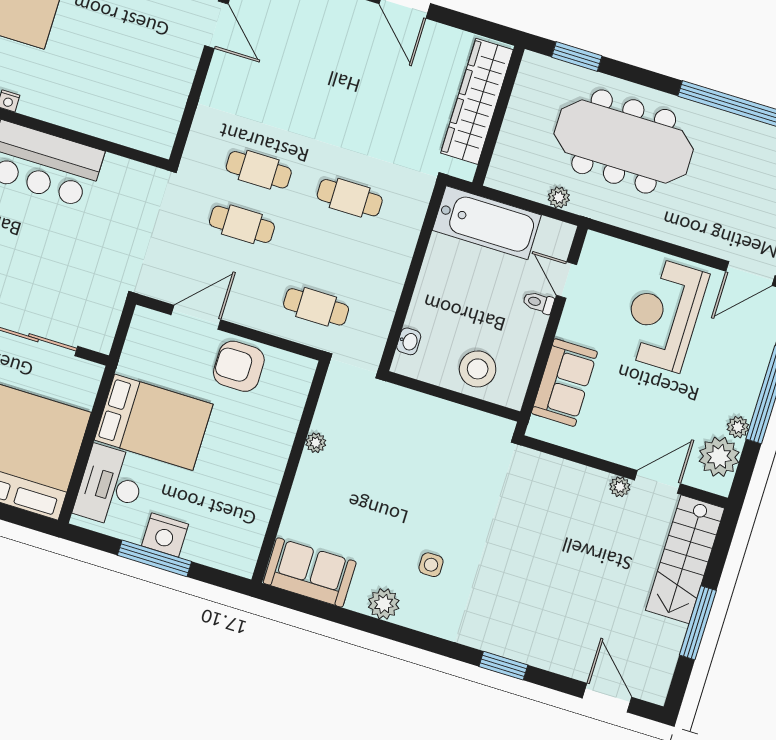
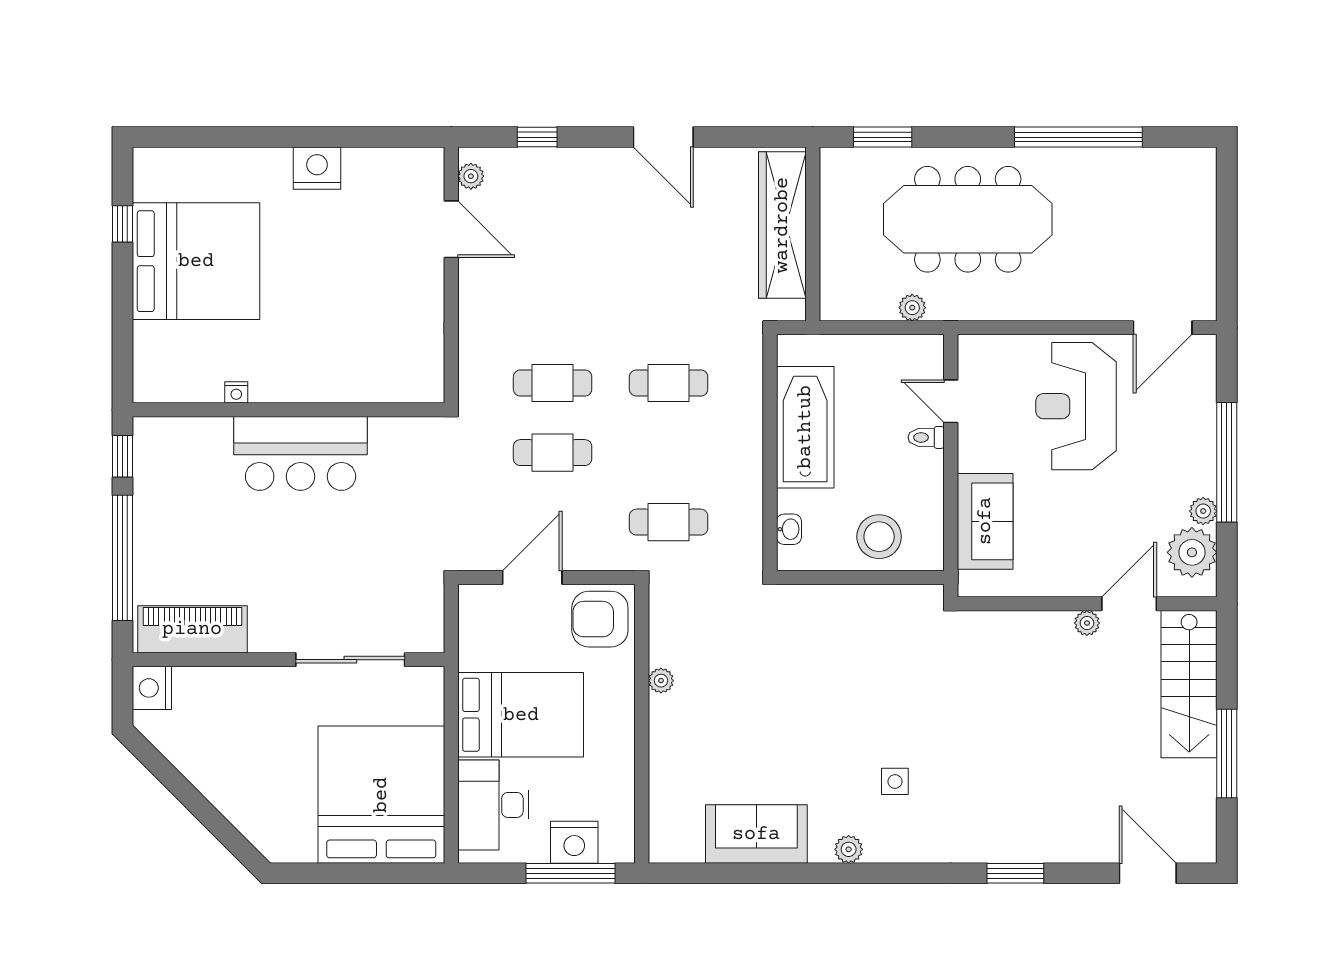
bathtub: (487, 223) -> (805, 427), moved, turned -90
plant: (316, 443) -> (661, 681), moved
wall: (290, 472) -> (642, 724), moved
plant: (384, 604) -> (849, 849), width x0.73, depth x0.73

